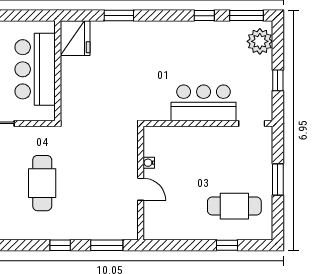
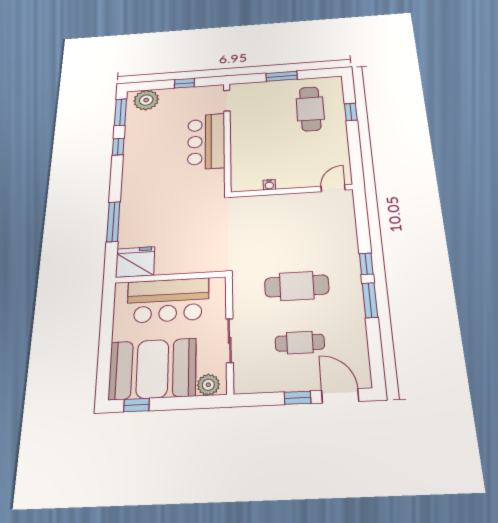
window: (119, 16) -> (113, 222), width x1.44
door: (141, 189) -> (333, 188), moved
window: (107, 245) -> (370, 300), moved

